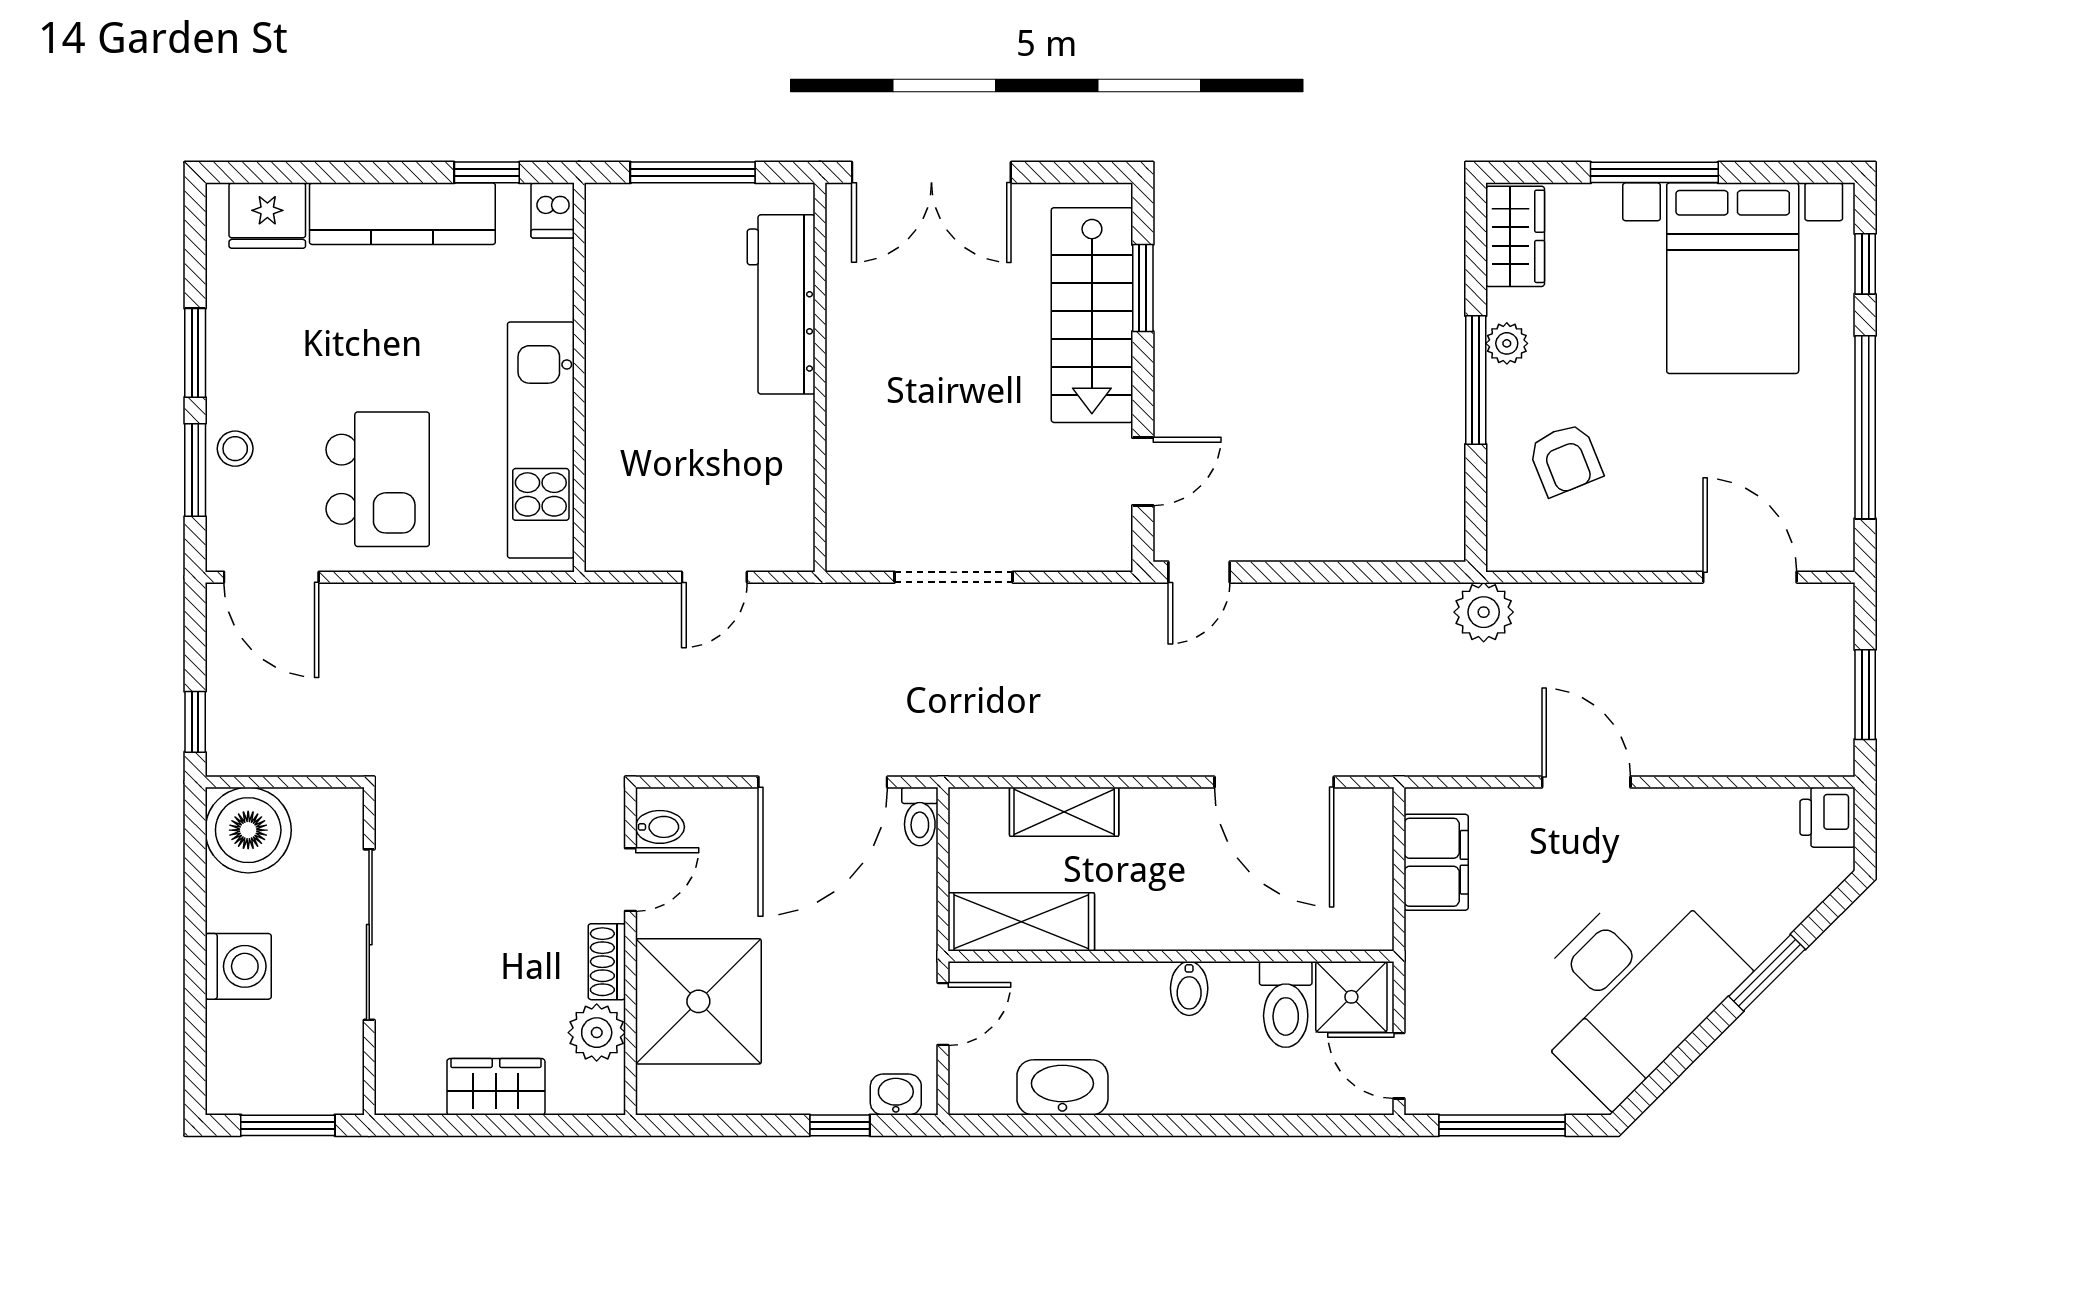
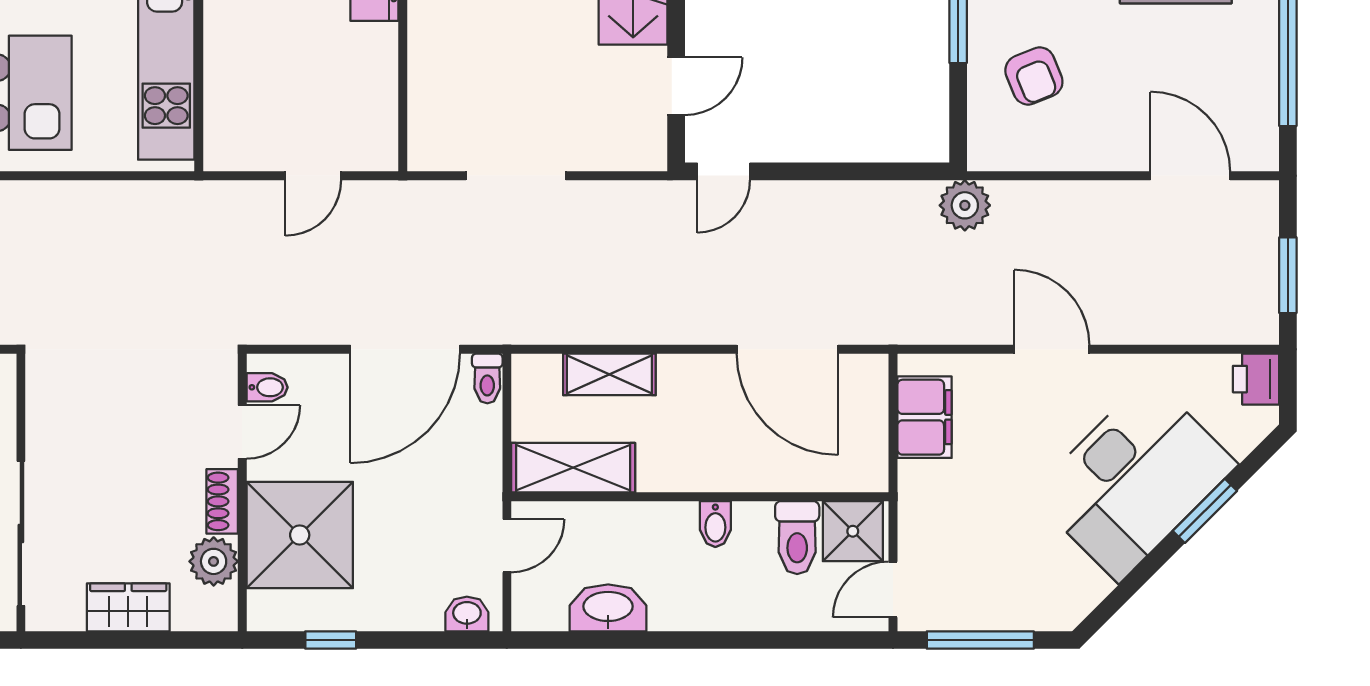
sliding door: (369, 935) -> (21, 533), moved
desk: (1630, 989) -> (1134, 479), moved
door: (1399, 1066) -> (893, 589), hinge flipped
window: (840, 1125) -> (331, 640), moved

